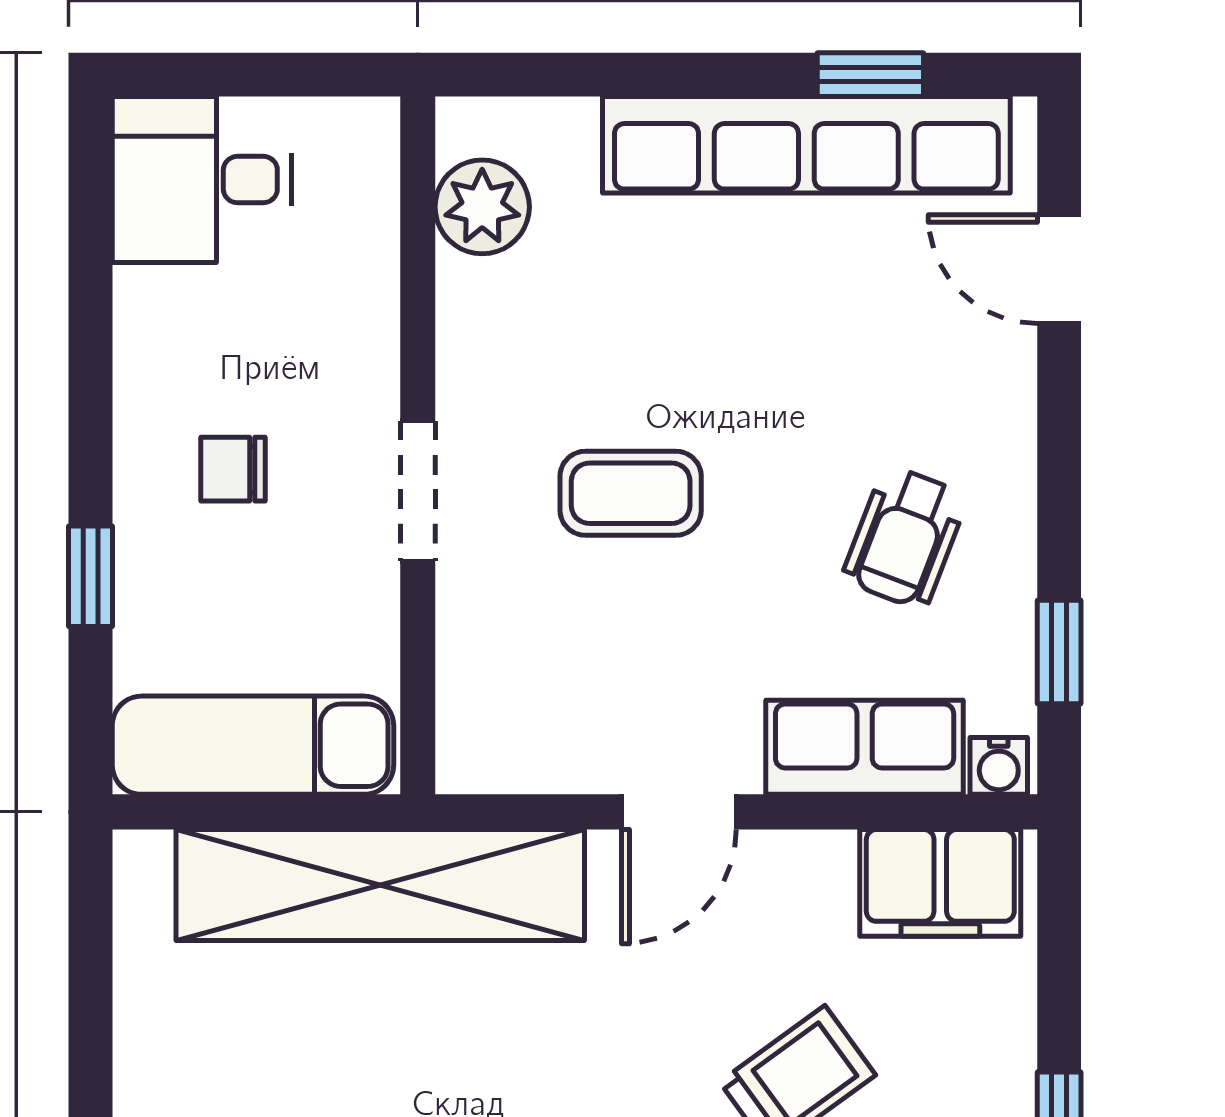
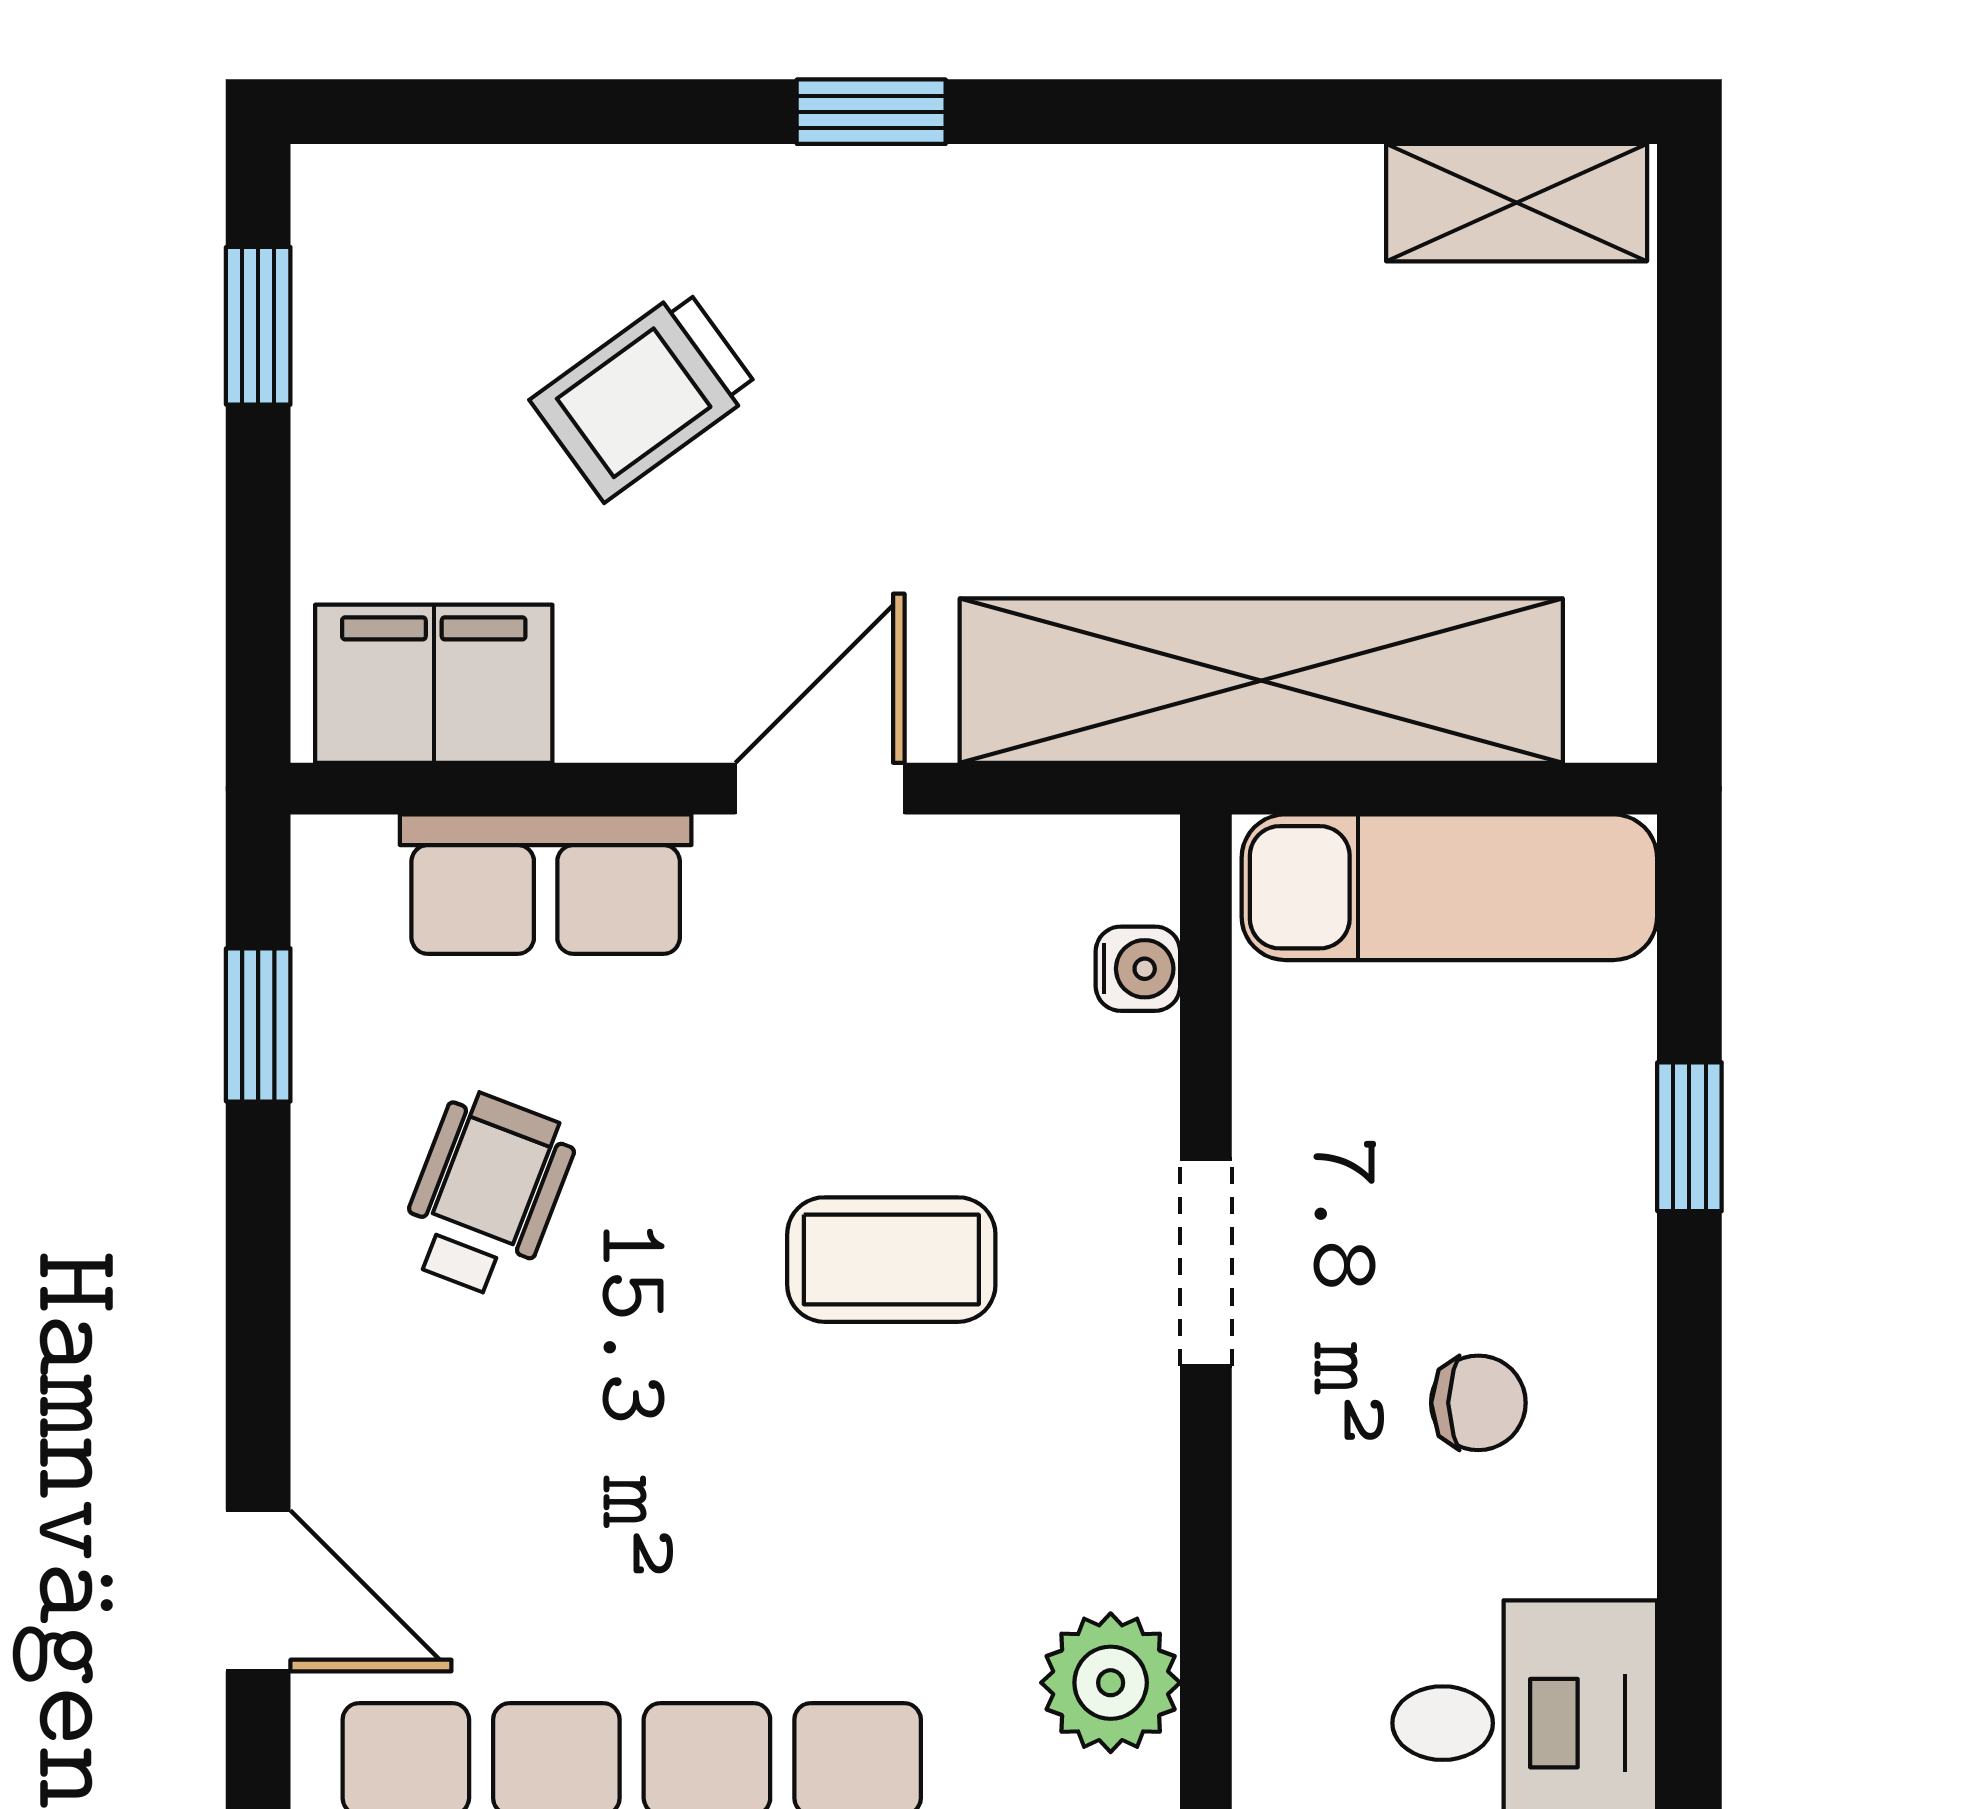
chair: (233, 469) -> (1478, 1403), moved
water cooler: (999, 766) -> (1138, 969), moved, turned 90

